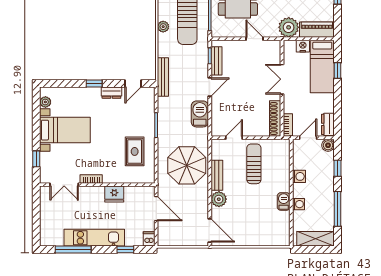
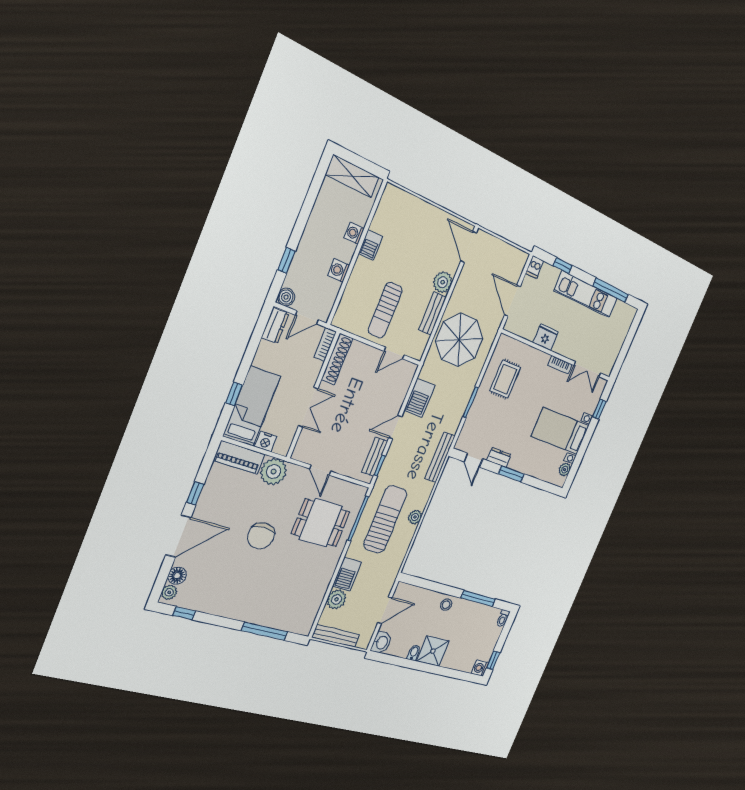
window: (94, 84) -> (511, 474), width x1.50
door: (133, 84) -> (473, 460), swing flipped
double door: (64, 185) -> (587, 369), swing flipped
window: (338, 209) -> (308, 204), removed

